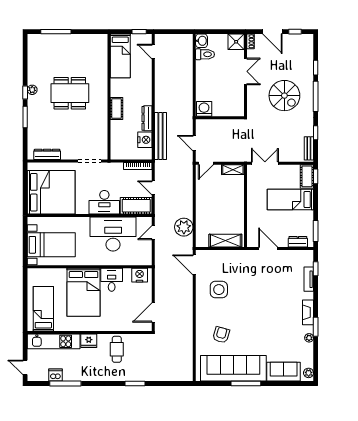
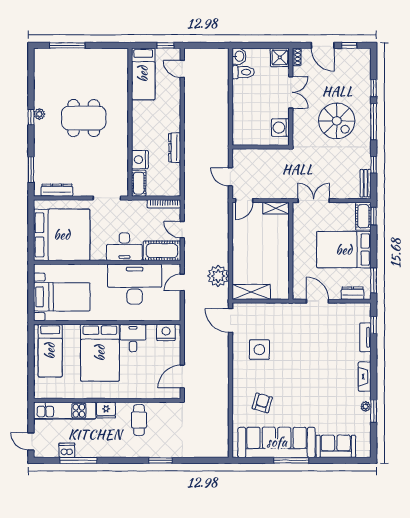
cot: (116, 108) -> (139, 183), moved
washing machine: (204, 109) -> (280, 127), moved, turned -90
window: (25, 117) -> (31, 170), moved
bench: (161, 136) -> (191, 169), removed
nightstand: (145, 140) -> (140, 160), moved, turned 180
bed: (290, 200) -> (344, 250), width x1.50
shelving: (225, 241) -> (251, 292), moved
bed: (43, 309) -> (50, 351), moved, turned 180
window: (316, 327) -> (374, 411), moved
plant: (309, 373) -> (365, 448), removed

